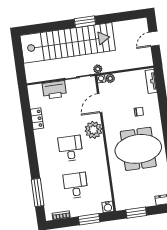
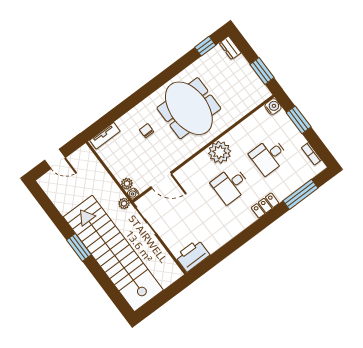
printer: (54, 90) -> (192, 255), moved, turned -90
locker: (37, 119) -> (265, 205), moved
plant: (93, 130) -> (220, 152), moved

